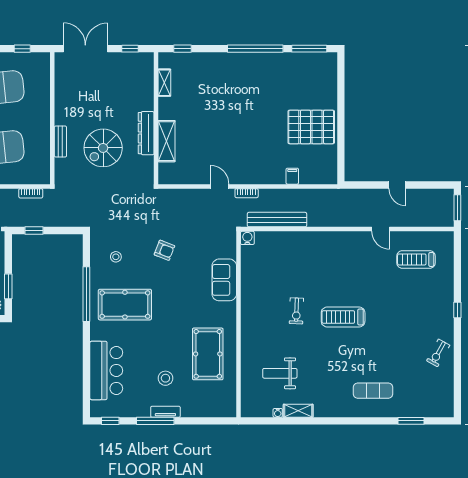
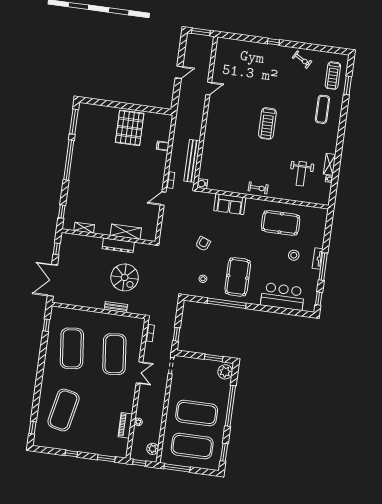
treadmill: (416, 259) -> (333, 76), moved
exercise bike: (296, 311) -> (258, 188), moved

